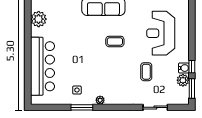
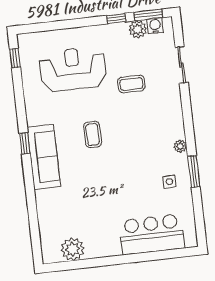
reception desk: (161, 33) -> (73, 69), turned 180
bar counter: (42, 66) -> (152, 234), width x0.73
water cooler: (184, 68) -> (155, 26), moved

